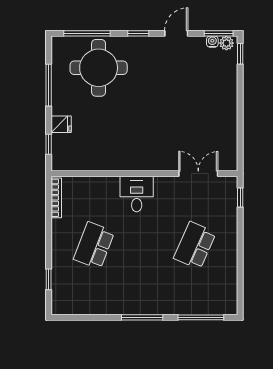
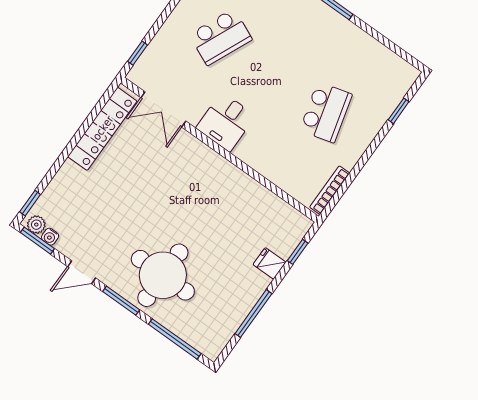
window: (138, 33) -> (121, 301), width x1.50
round table: (99, 68) -> (163, 275), moved
locker: (228, 134) -> (102, 129), added
desk: (137, 194) -> (226, 122), moved
school desk: (94, 245) -> (326, 112), turned -36

